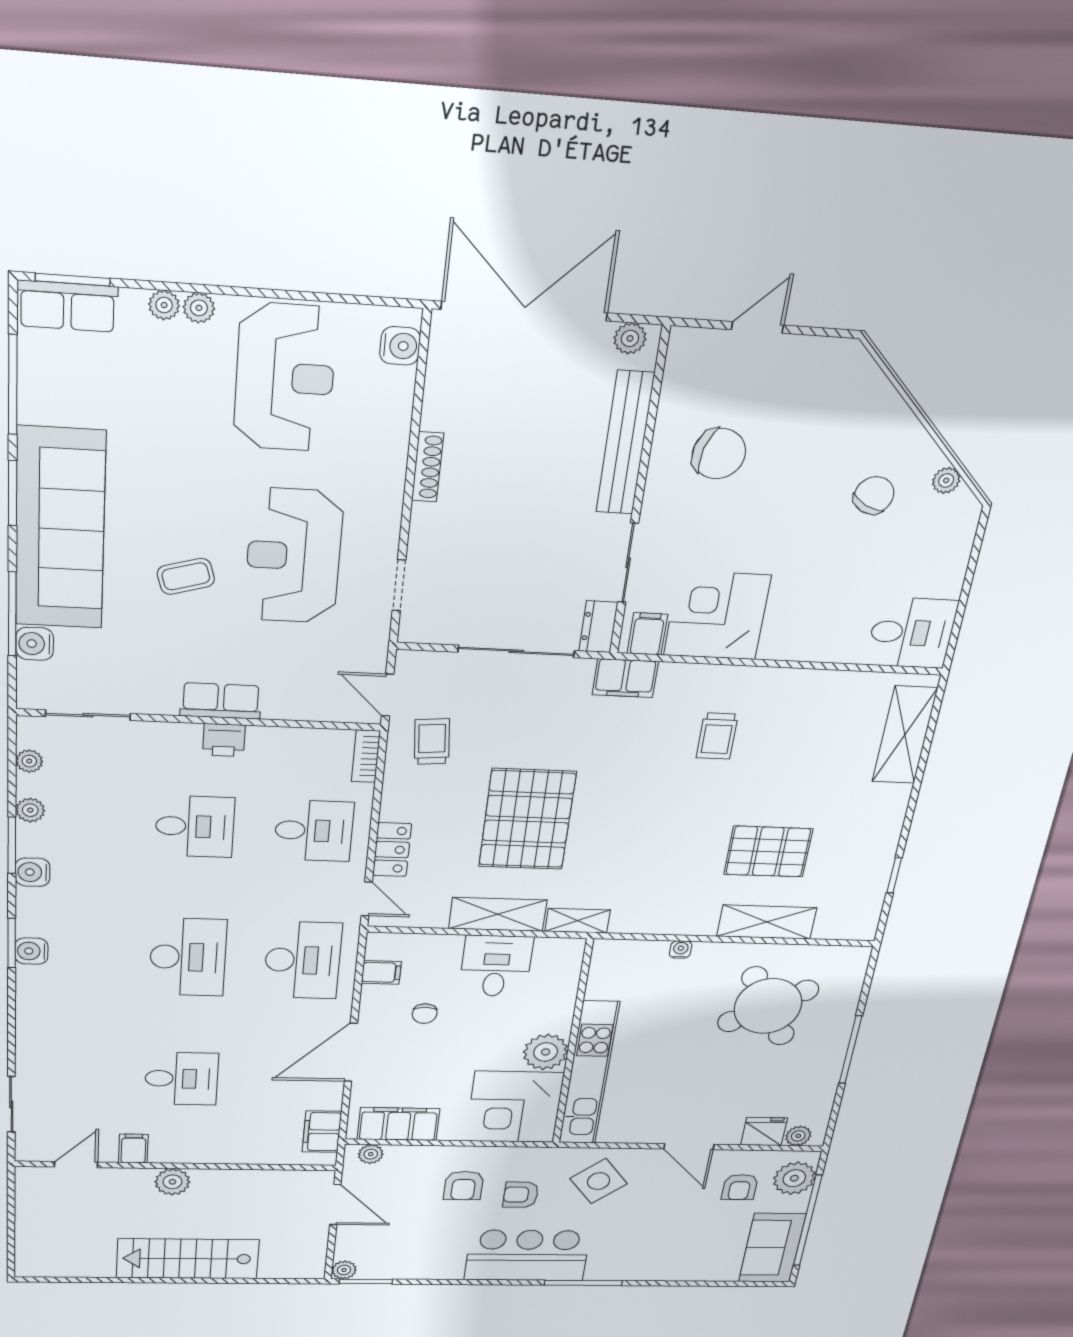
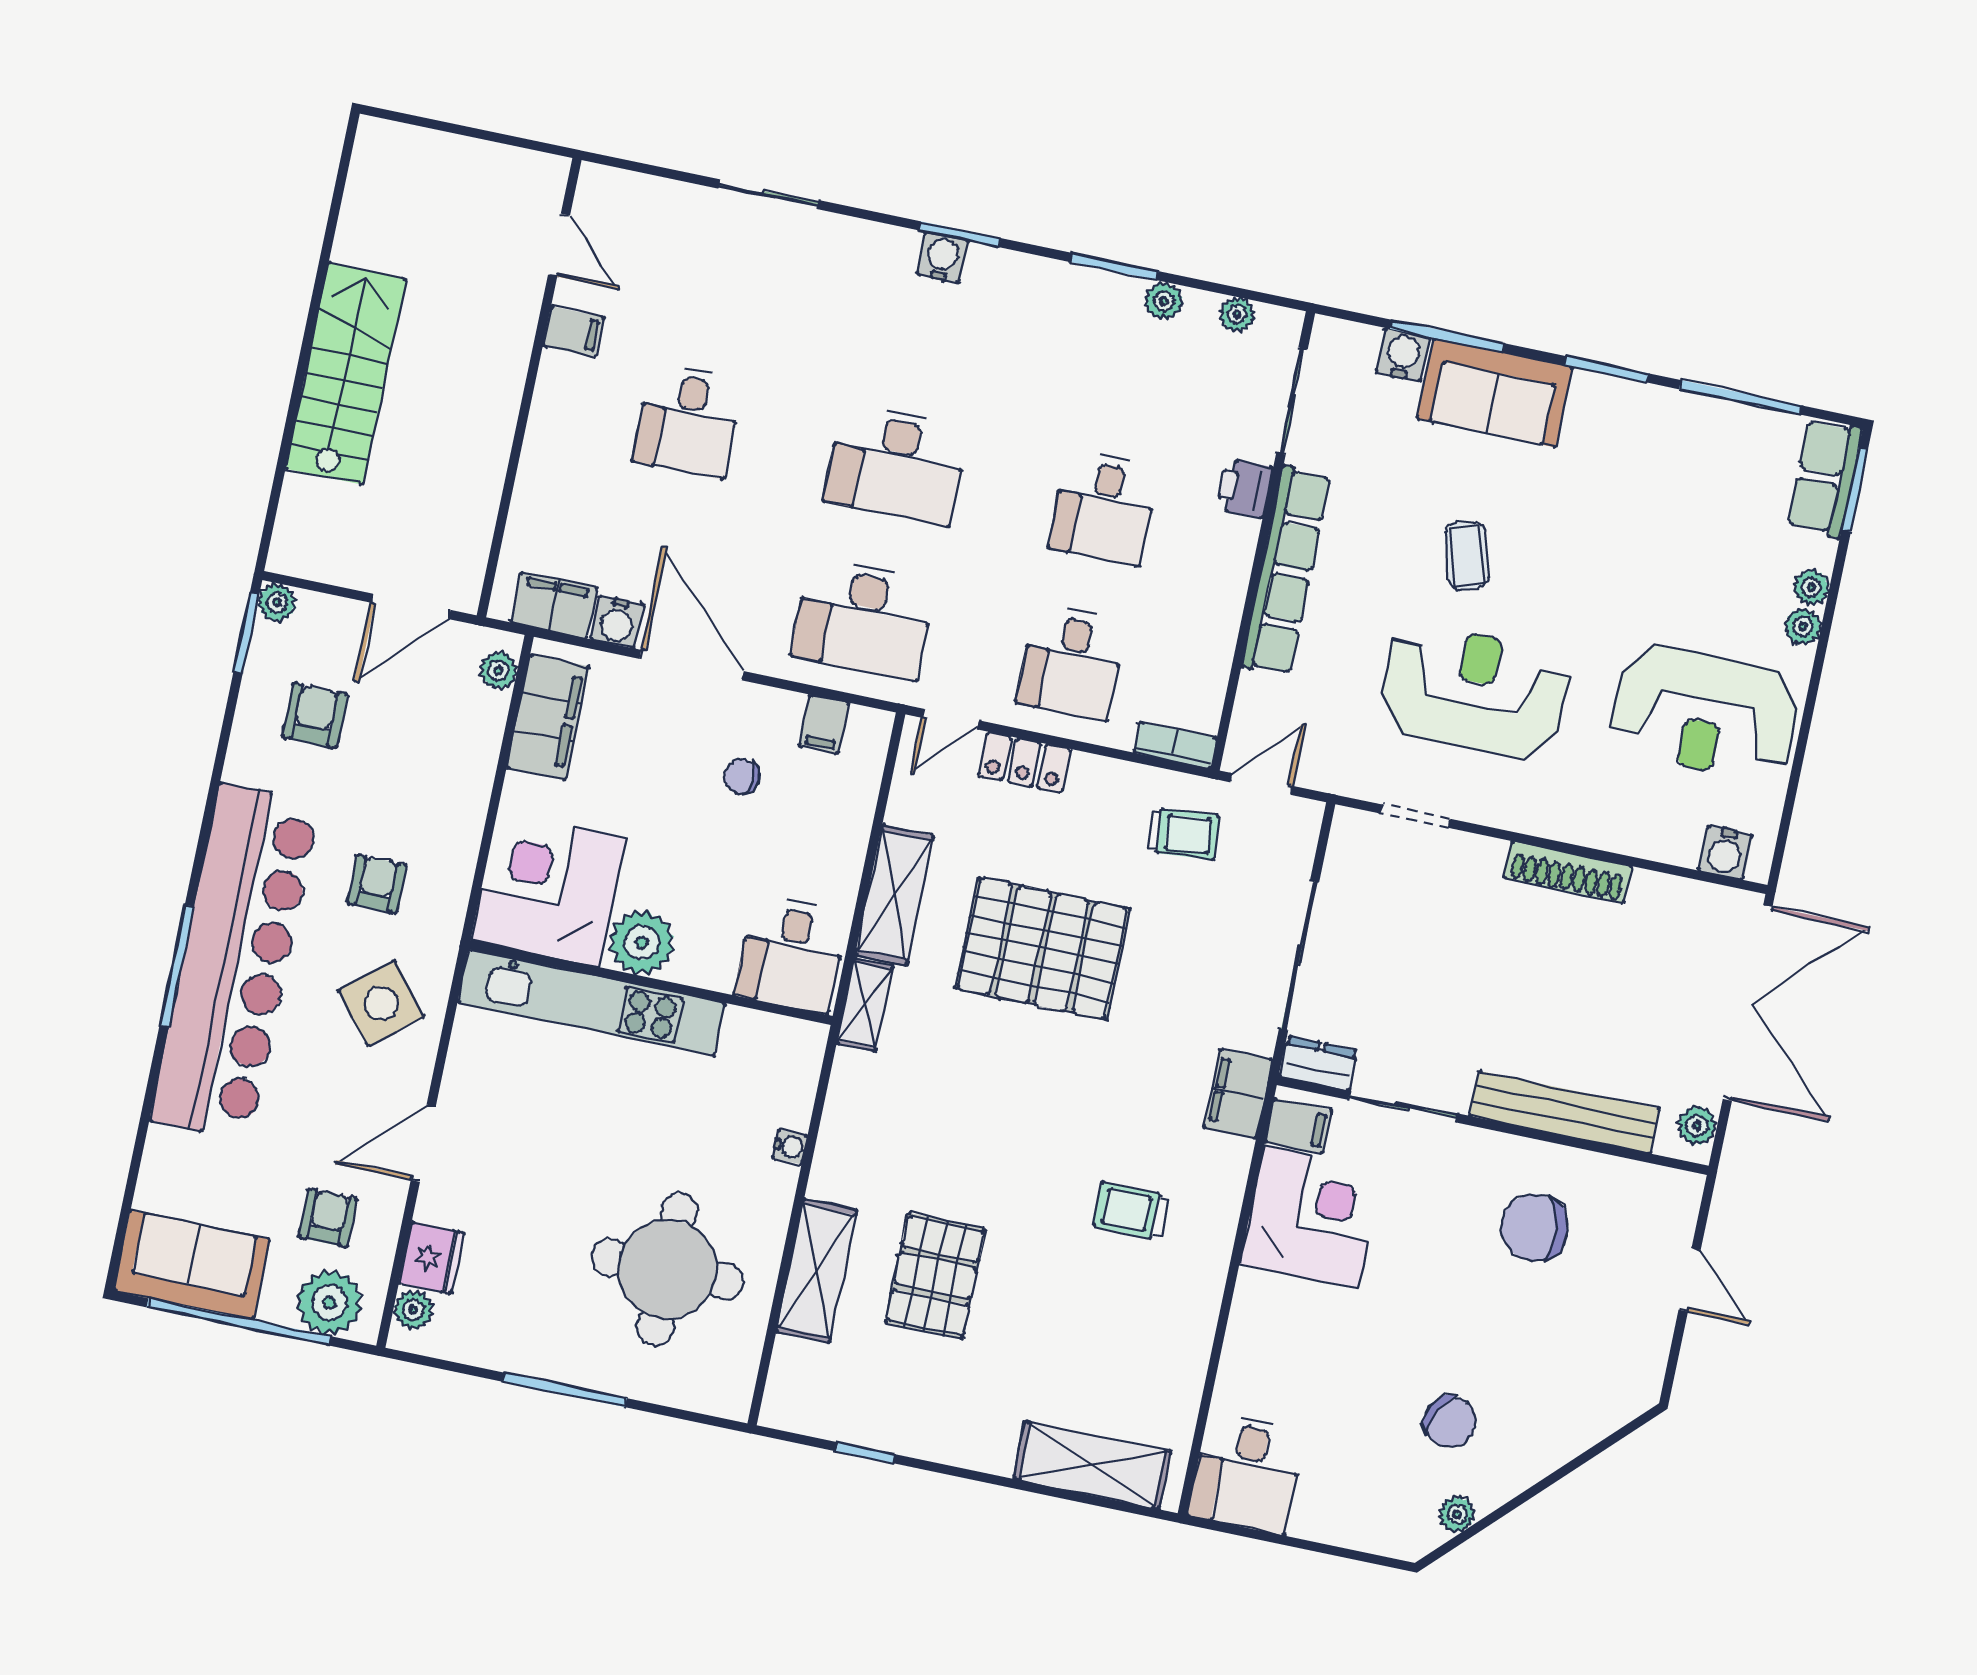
chair: (719, 454) -> (1534, 1227), turned 67
shoe rack: (427, 467) -> (1568, 872), width x1.36, depth x1.24
sofa: (60, 529) -> (1495, 393), width x0.54, depth x0.79
row of seats: (221, 701) -> (1286, 571), width x2.02
printer: (224, 740) -> (1245, 488), moved
water cooler: (33, 872) -> (617, 622), moved, turned 180
desk: (496, 966) -> (791, 954), moved, turned 90
round table: (768, 1006) -> (667, 1269), turned 30
sliding door: (11, 1104) -> (769, 194), moved
plant: (172, 1182) -> (500, 376), removed
armchair: (464, 1186) -> (315, 715), moved, turned 90
armchair: (740, 1187) -> (328, 1218), turned 90
bar counter: (527, 1255) -> (235, 962), width x1.86

